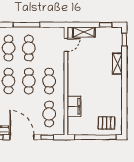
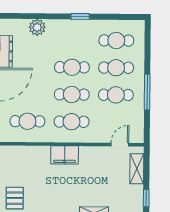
door: (66, 45) -> (120, 145), swing flipped
filing cabinet: (74, 106) -> (65, 155), moved

